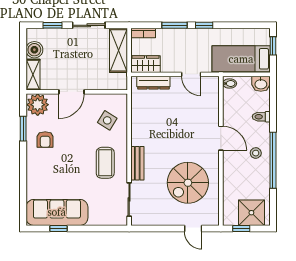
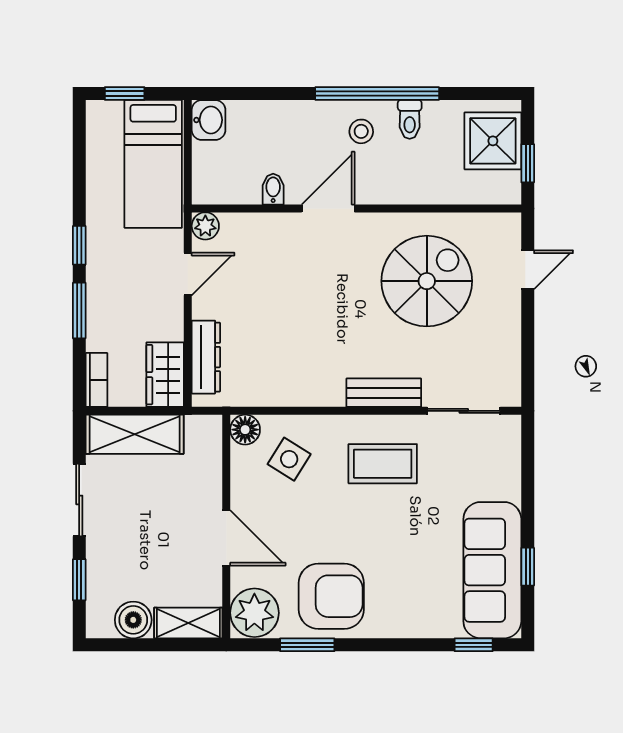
plant: (213, 82) -> (205, 226), added
bidet: (230, 83) -> (273, 189), moved
floor lamp: (121, 100) -> (245, 430), added
toilet: (261, 117) -> (410, 119), moved
armchair: (45, 139) -> (331, 596), width x1.88, depth x1.88
spiral stairs: (188, 183) -> (427, 281), turned -90
window: (23, 204) -> (474, 645), added

